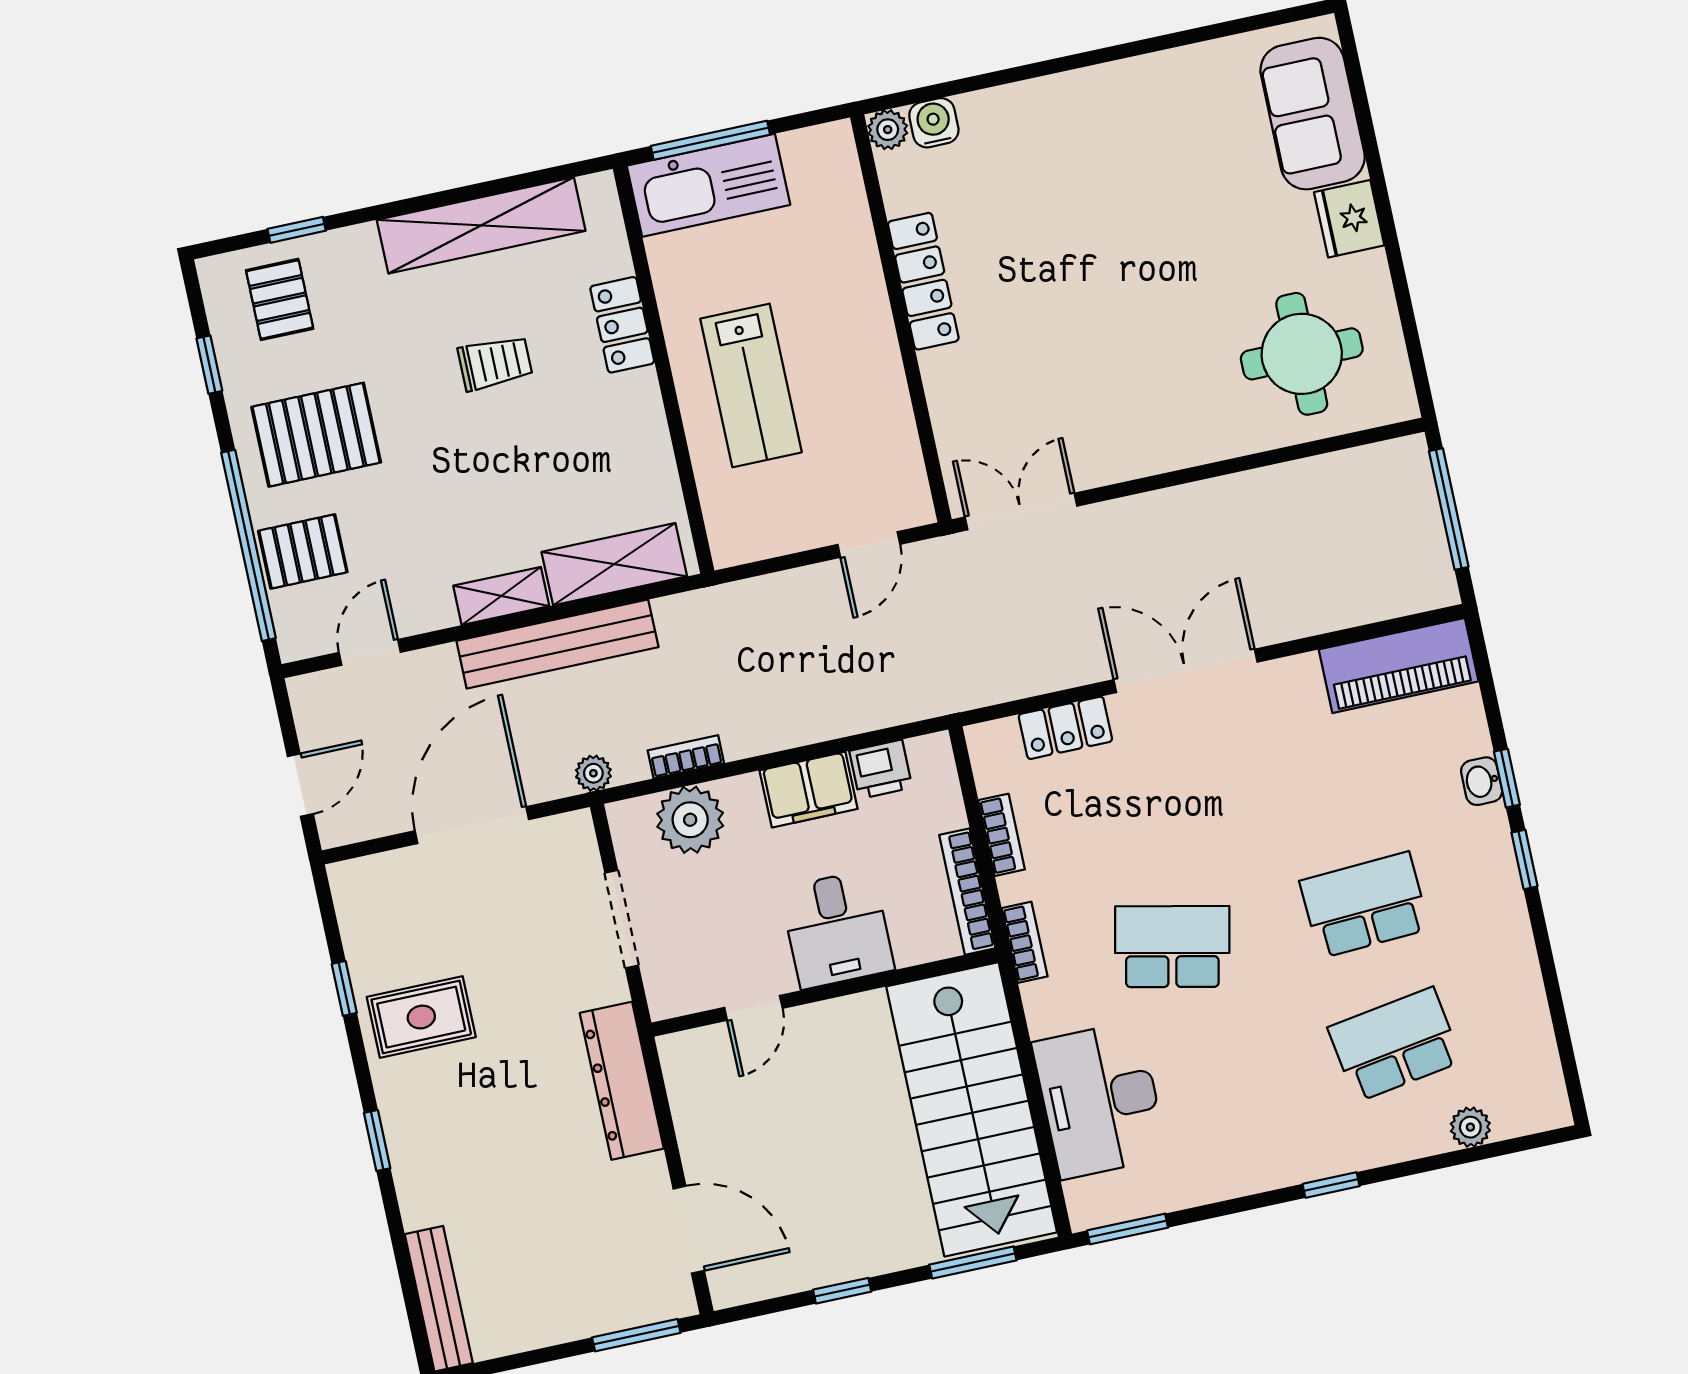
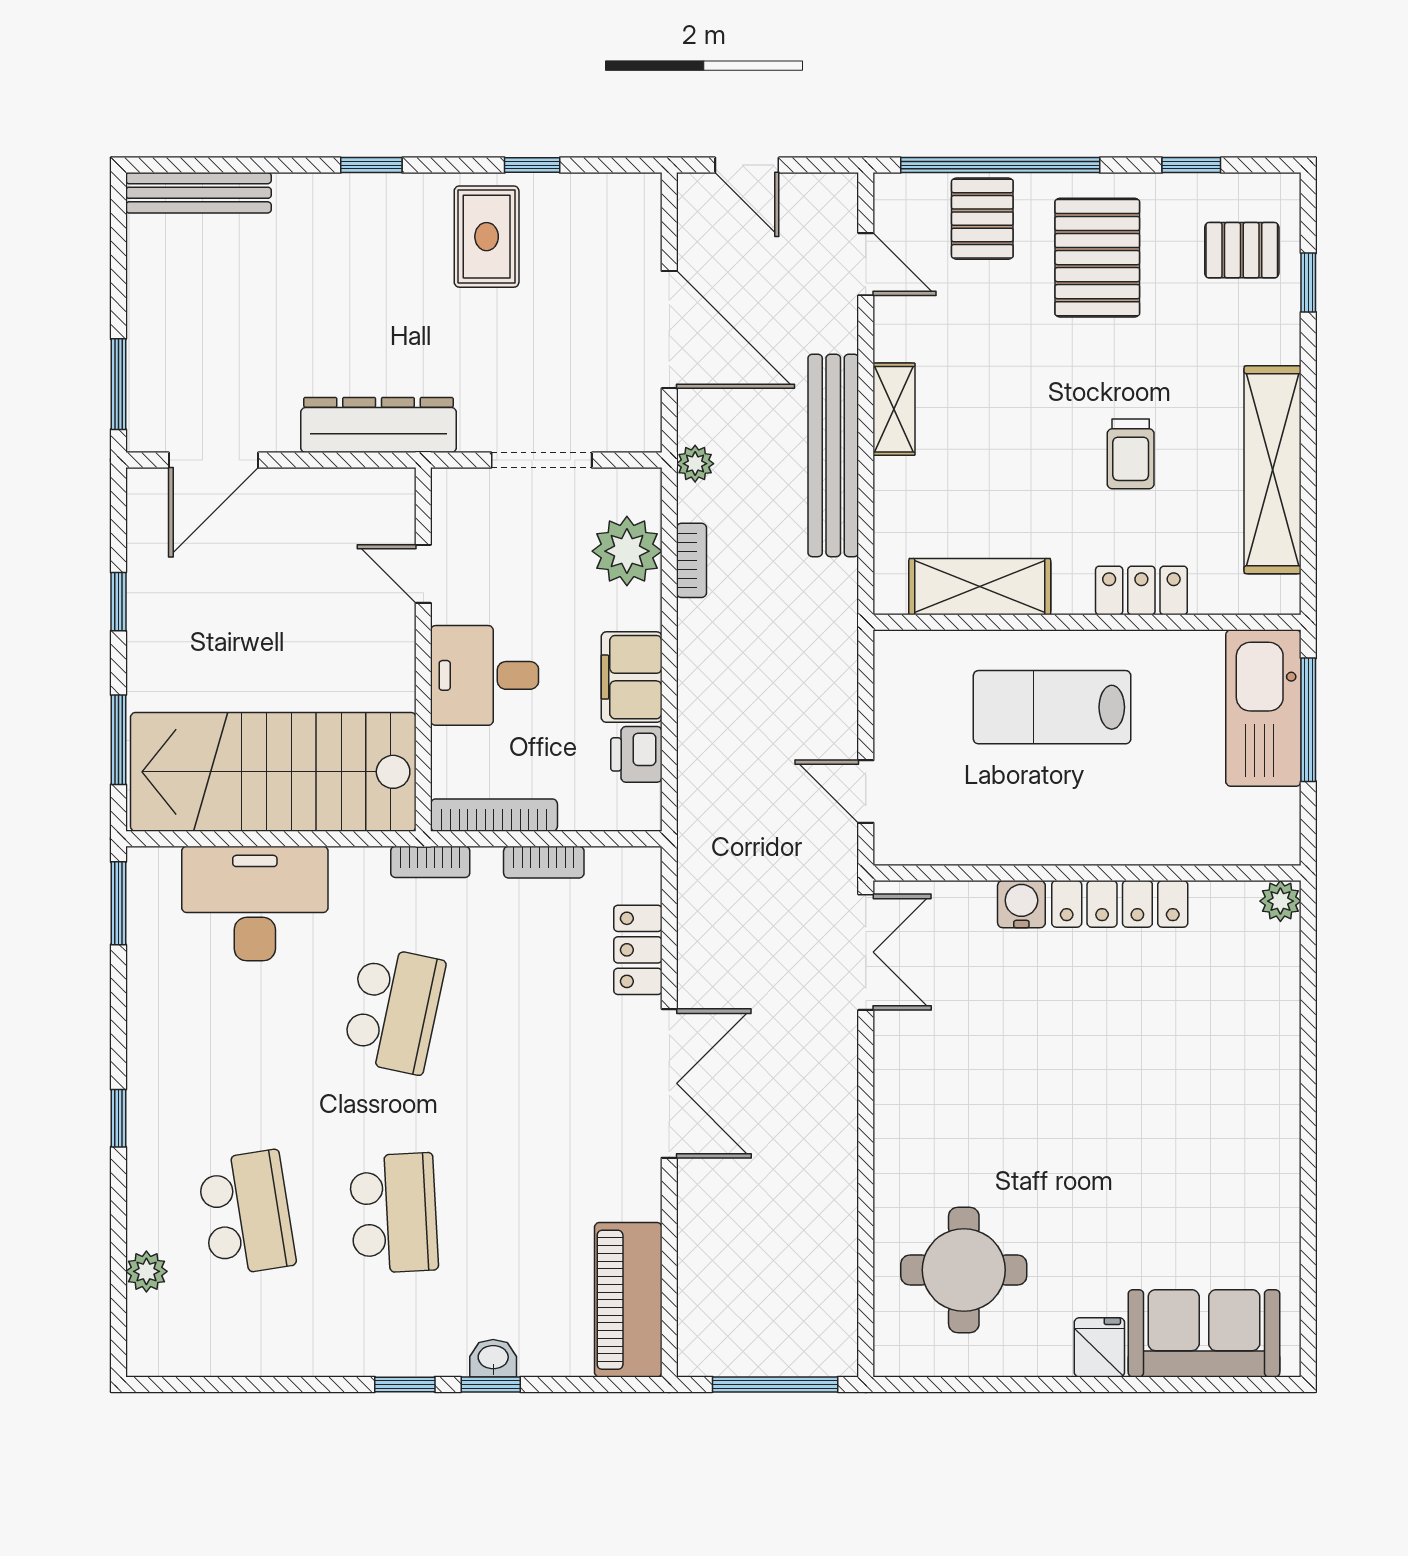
water cooler: (934, 123) -> (1021, 904), moved, turned -90
fridge: (1349, 219) -> (1099, 1347), width x0.72
shelving: (614, 564) -> (980, 587), moved, turned 90

